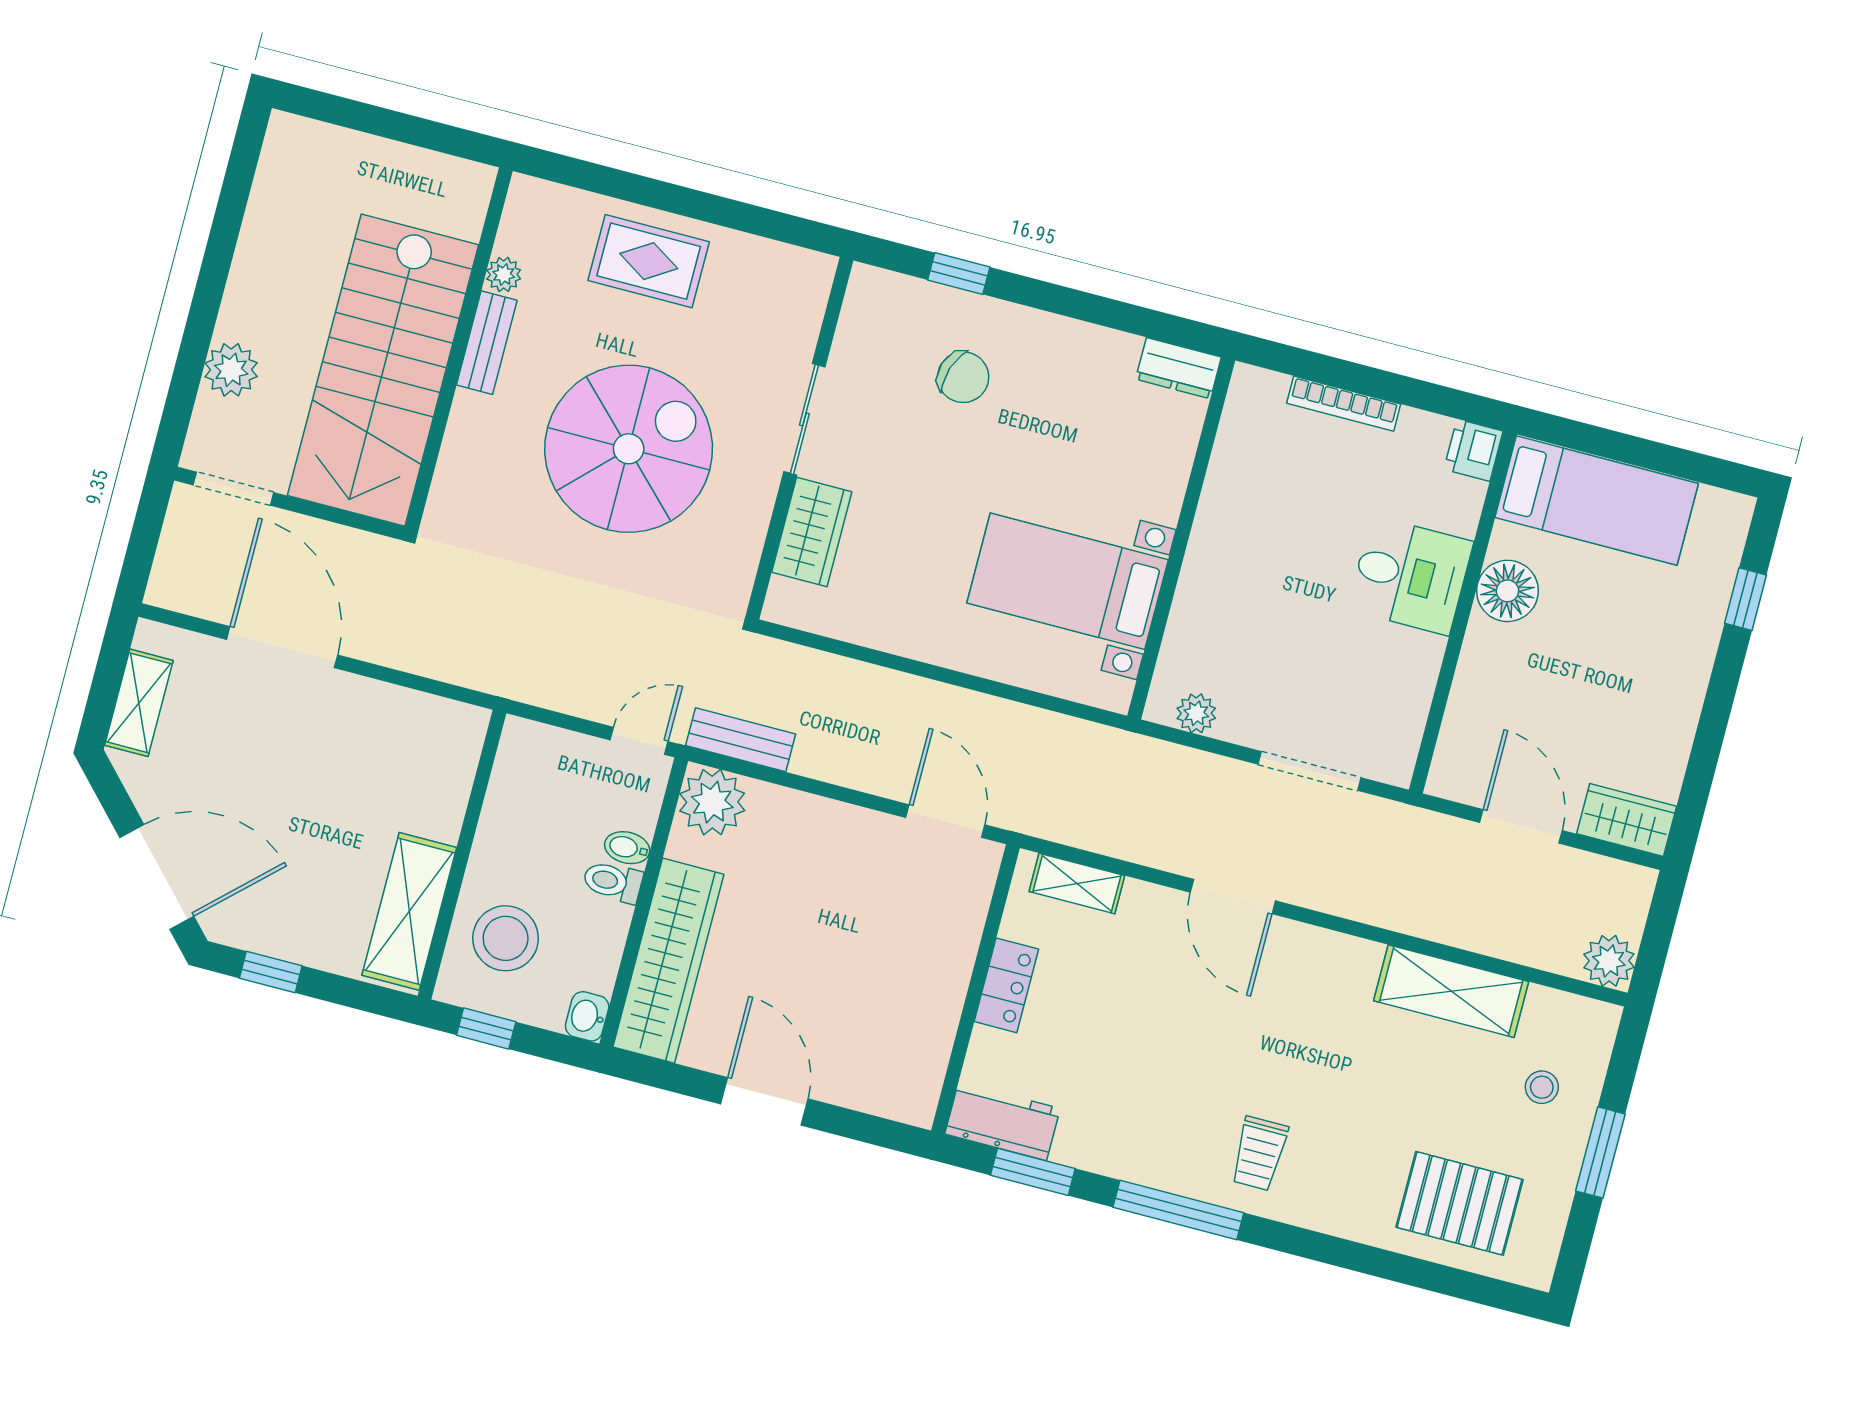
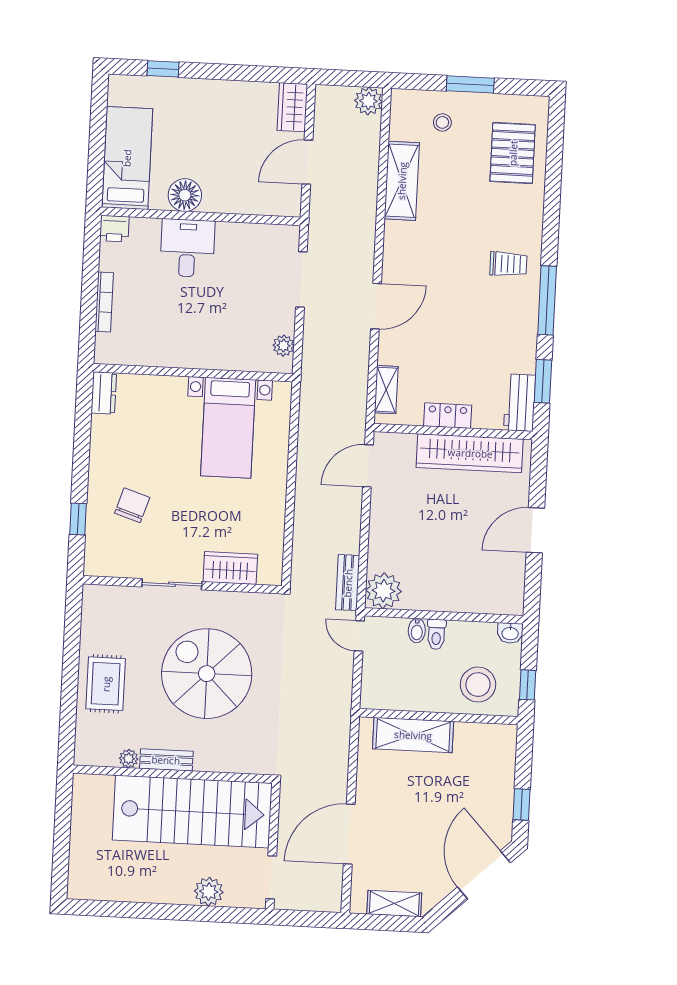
shelving: (409, 911) -> (413, 735), moved
wardrobe: (668, 961) -> (470, 453), moved, turned 180

